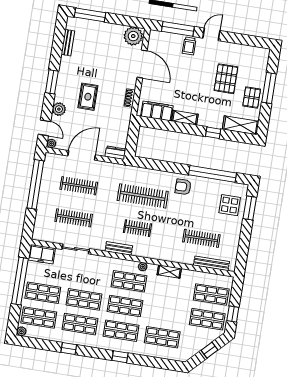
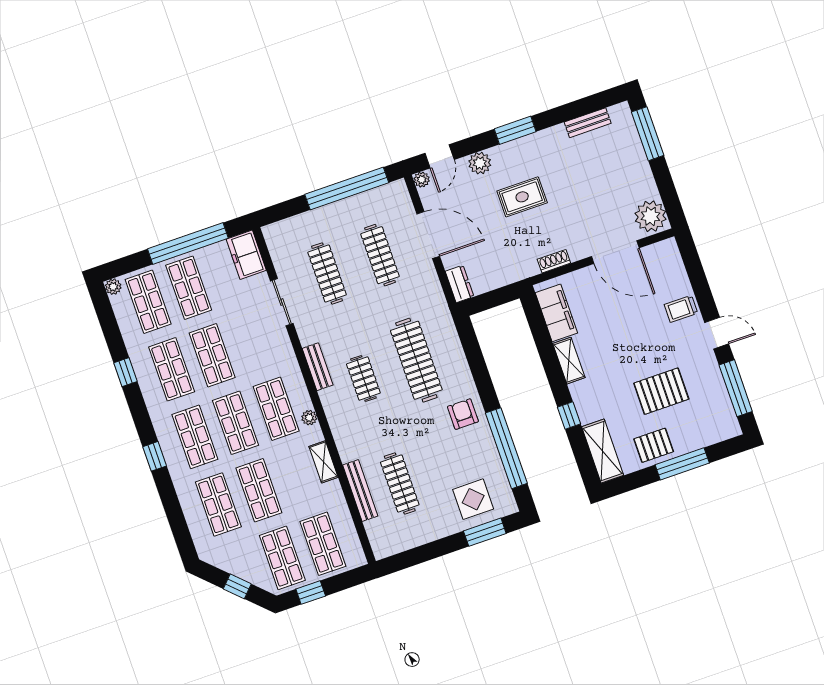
window: (178, 29) -> (736, 388), moved
door: (142, 64) -> (615, 252), hinge flipped
bench: (211, 263) -> (360, 490), moved
shop shelf: (166, 313) -> (259, 490), added

